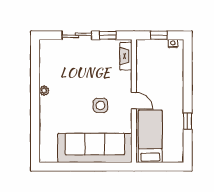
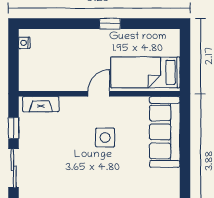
window: (159, 35) -> (14, 61), removed
window: (188, 121) -> (110, 24), moved
sofa: (95, 148) -> (165, 132), width x0.74, depth x0.79

